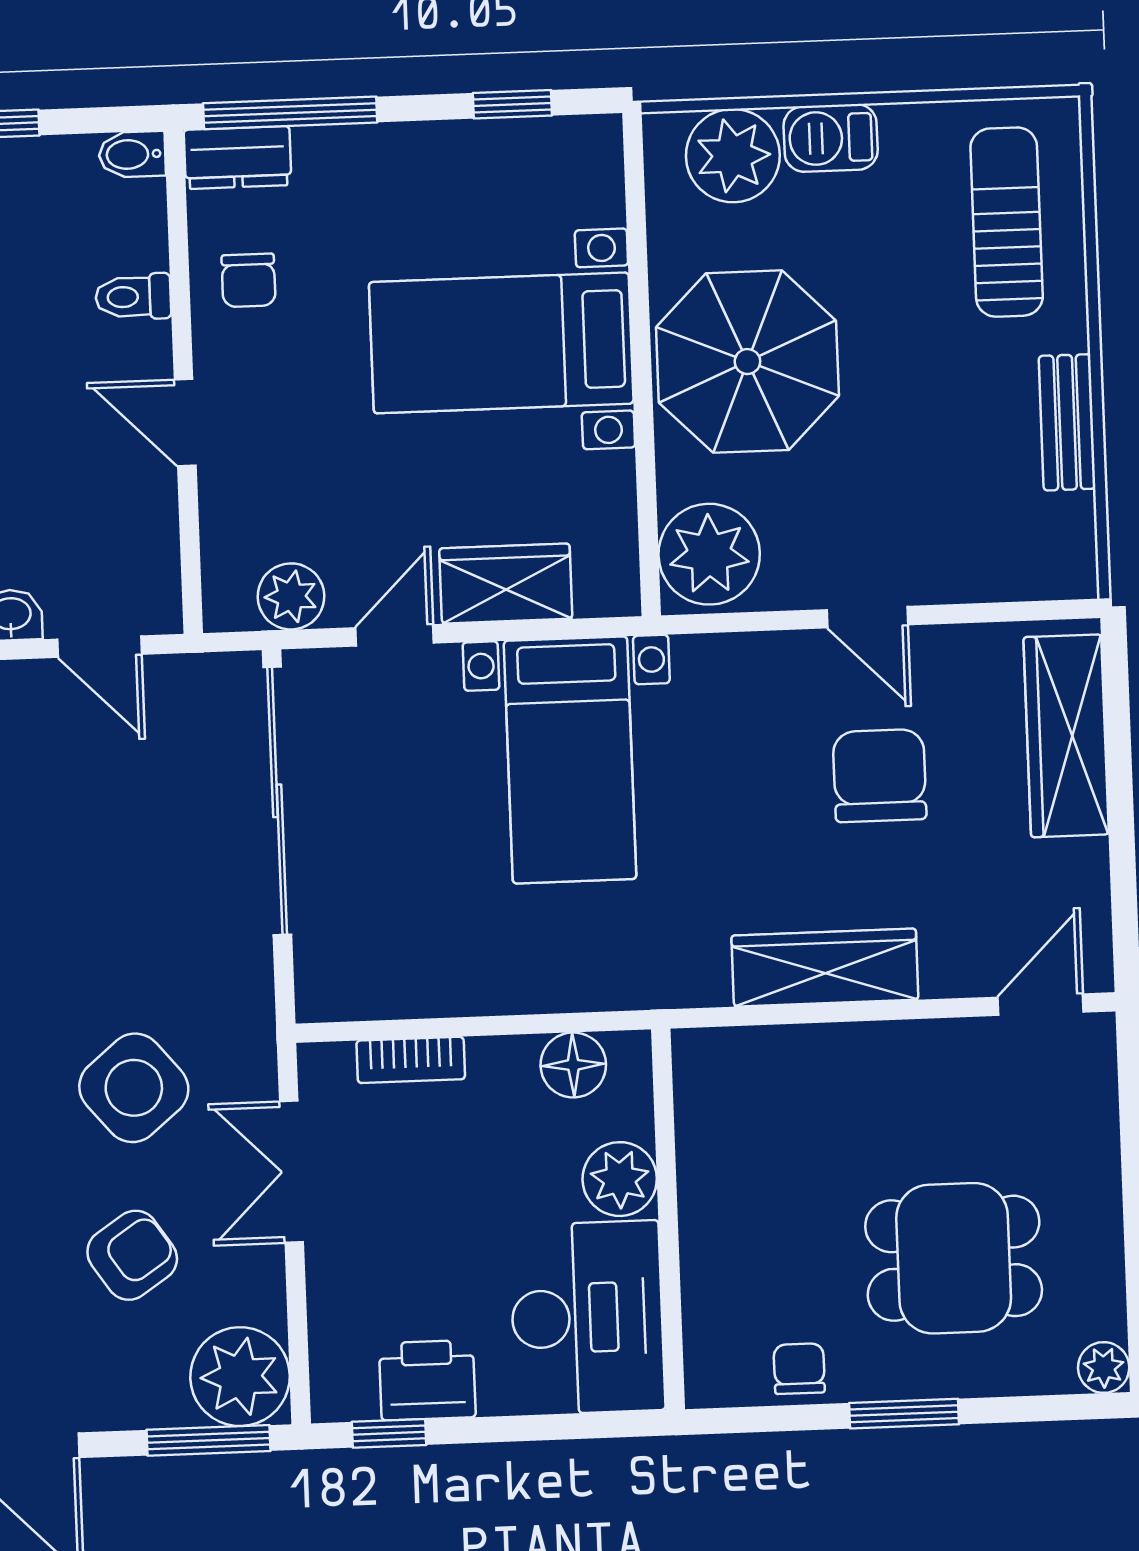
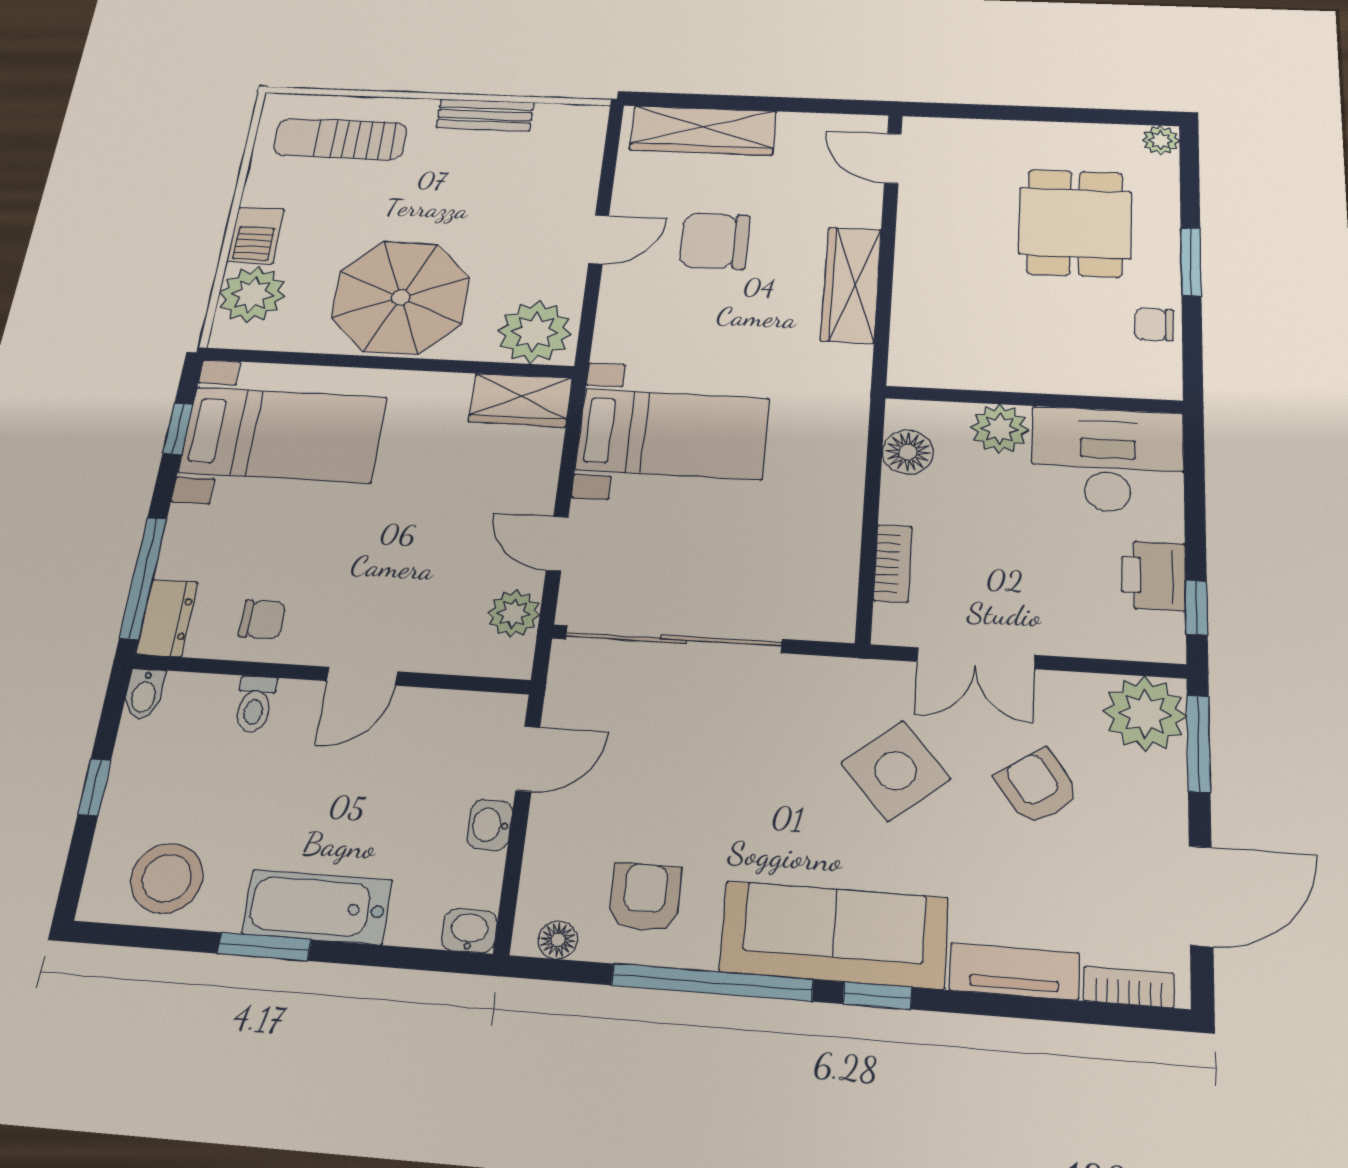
bed with nightstands: (501, 343) -> (283, 435), moved, turned -90
wardrobe: (506, 584) -> (520, 400), moved, turned -90

